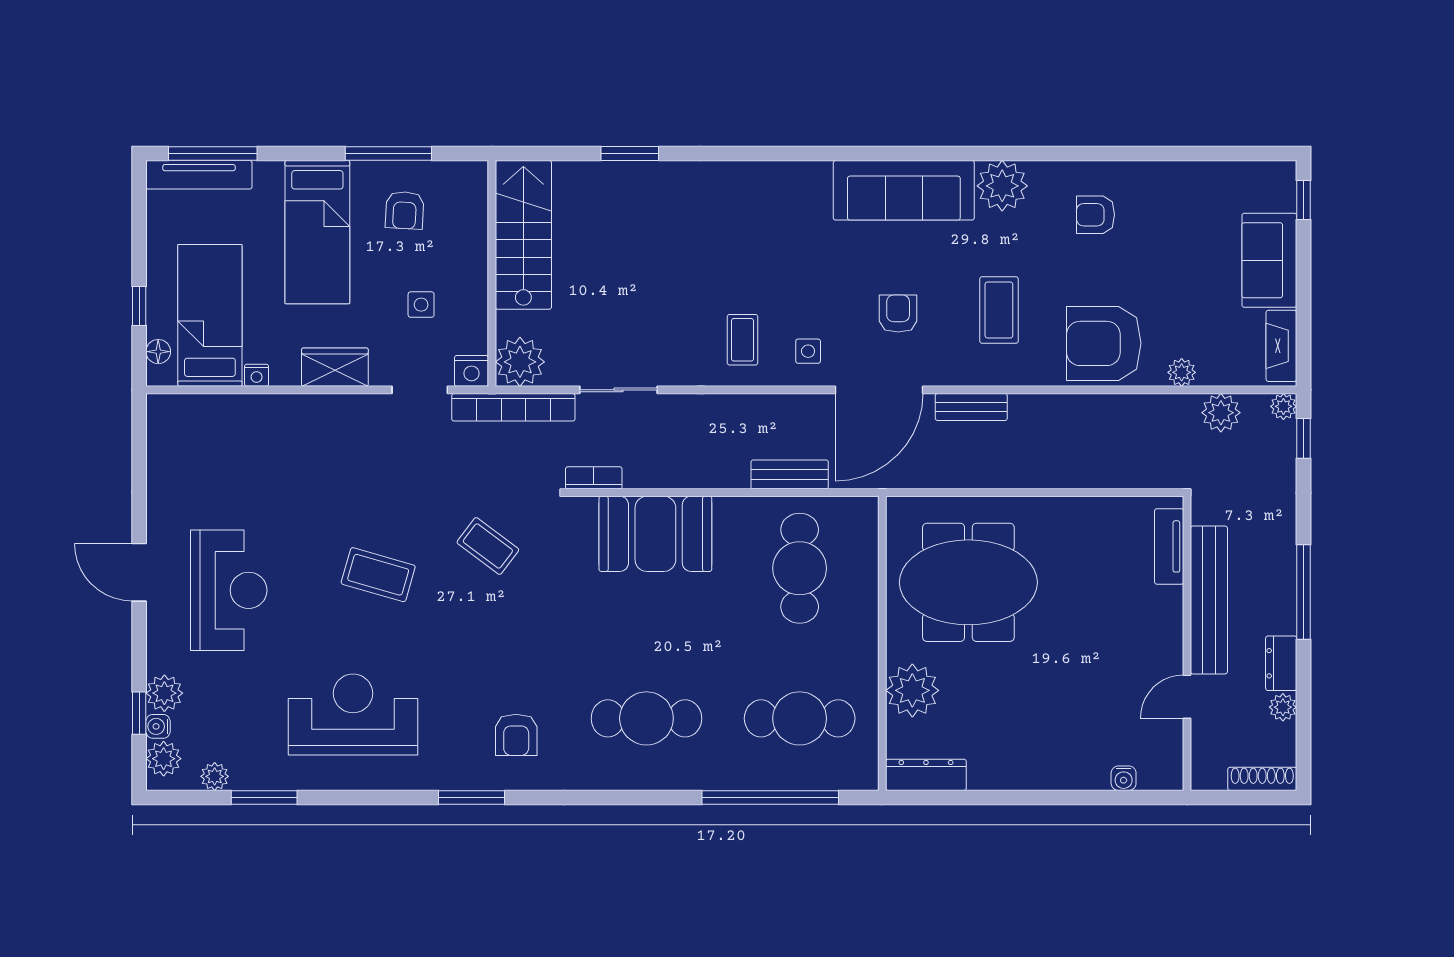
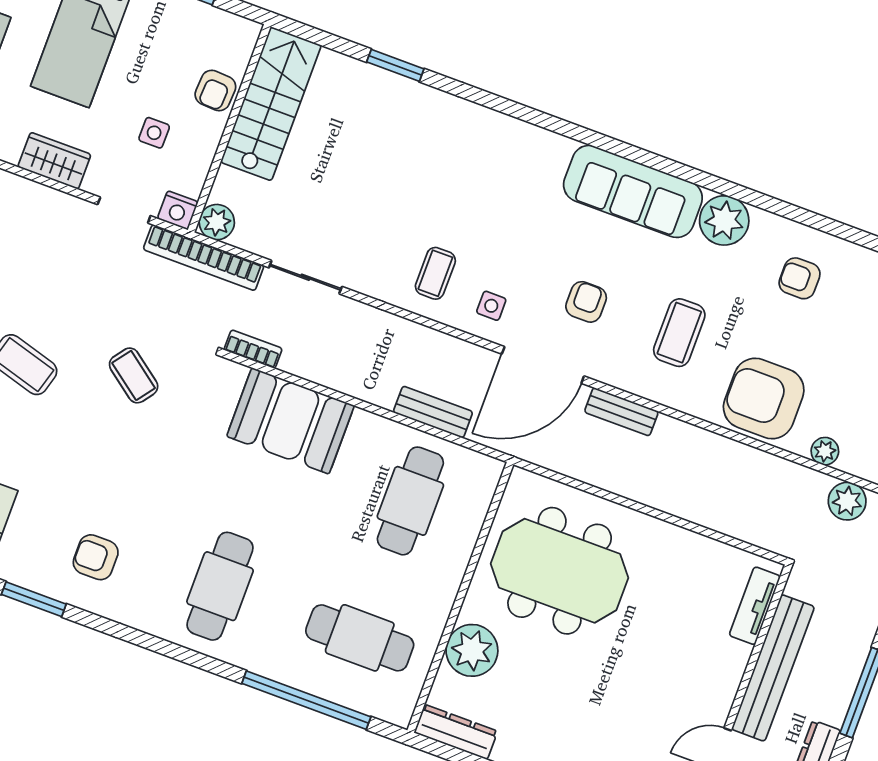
armchair: (405, 210) -> (215, 90), moved
plant: (520, 362) -> (217, 222), width x0.73, depth x0.73
cafe table: (646, 718) -> (220, 586), turned 90
armchair: (516, 735) -> (96, 557), turned 90

